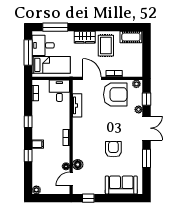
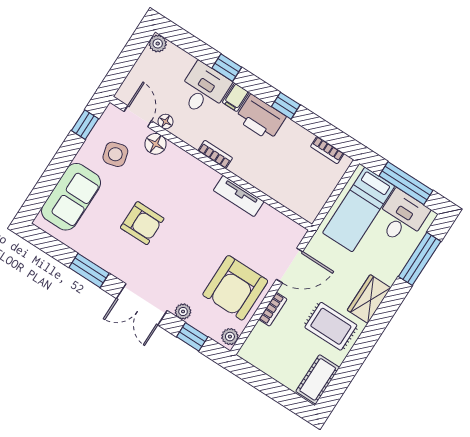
desk: (59, 91) -> (204, 89), moved, turned -90
tv unit: (77, 105) -> (239, 196), moved
printer: (40, 129) -> (261, 118), added
side table: (92, 178) -> (115, 154), added

